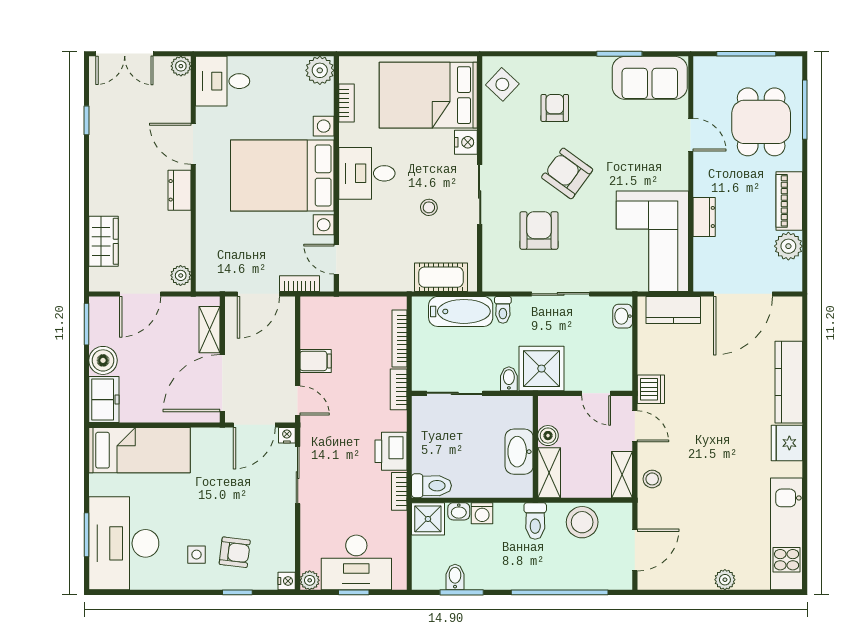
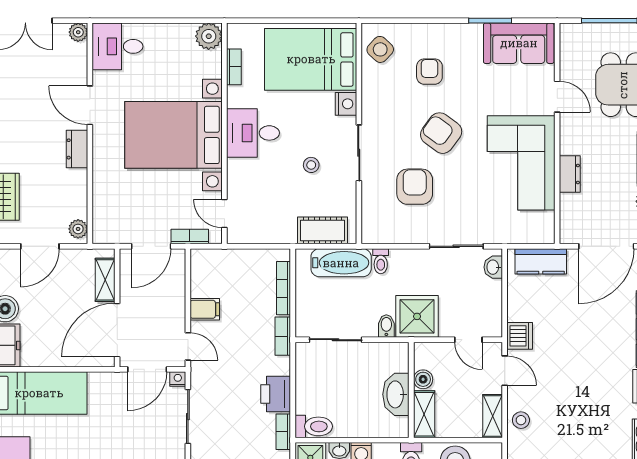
corner sofa: (652, 241) -> (521, 163), moved
sliding door: (561, 294) -> (456, 246), moved

